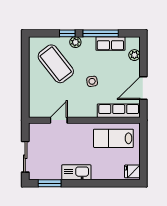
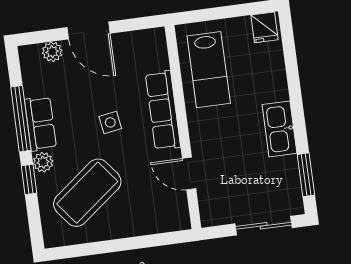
row of seats: (110, 44) -> (40, 124), moved
door: (143, 88) -> (89, 30), moved
row of seats: (119, 111) -> (163, 110), moved

